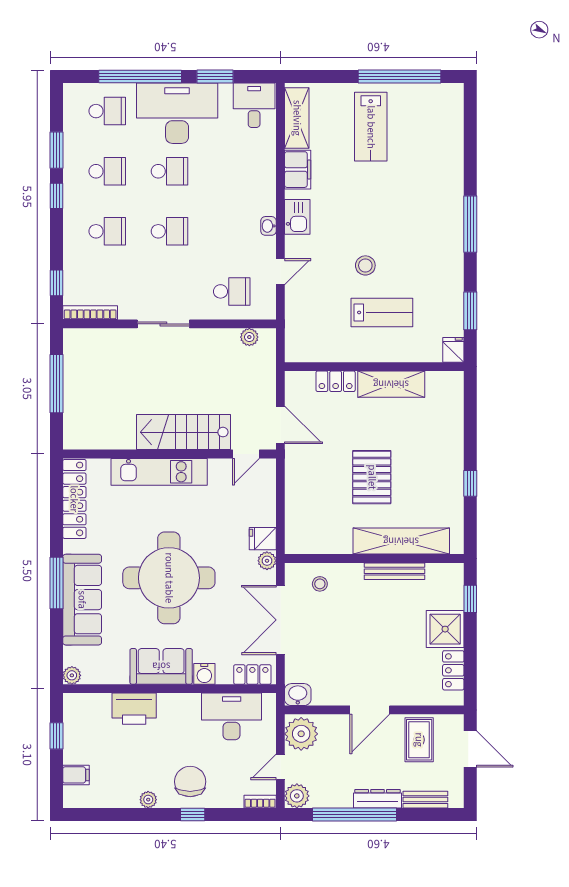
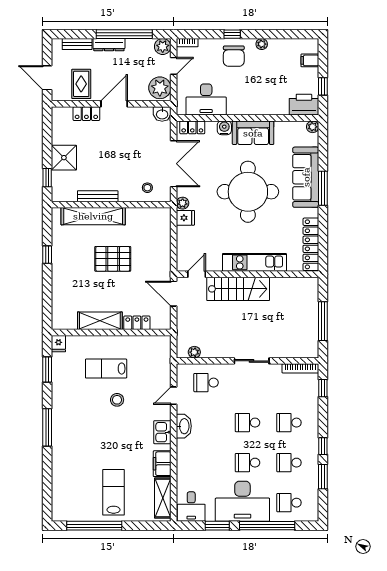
washbasin: (268, 226) -> (184, 426), width x1.91, depth x1.45
pallet: (372, 477) -> (113, 259), turned 90
locker: (453, 670) -> (86, 114), moved, turned 90
printer: (134, 709) -> (304, 105), moved

